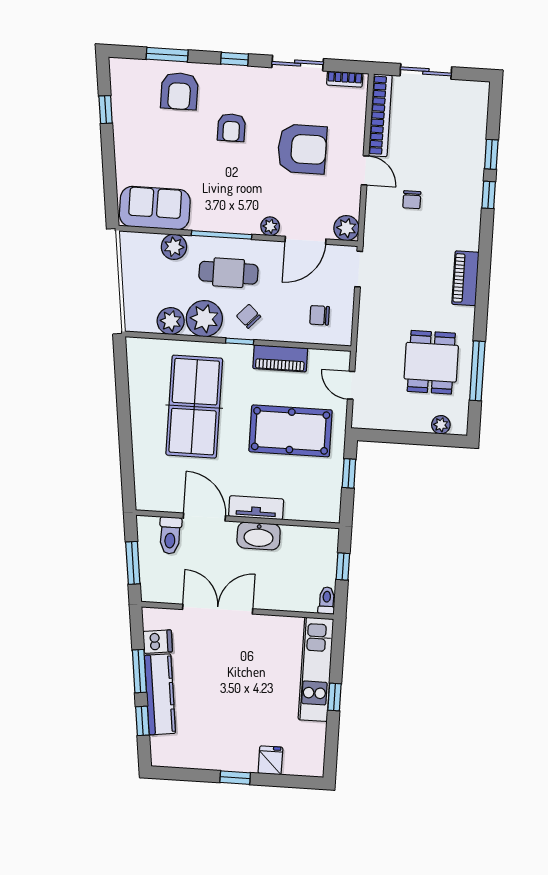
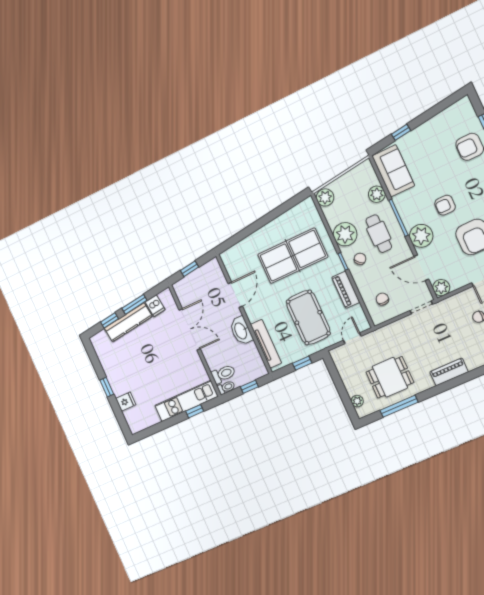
window: (106, 110) -> (401, 132), moved
armchair: (231, 127) -> (445, 205), moved
plant: (270, 226) -> (421, 236), width x1.88, depth x1.88
plant: (171, 321) -> (325, 197), moved
tv unit: (256, 508) -> (266, 344), moved, width x1.41
toilet: (170, 535) -> (223, 374), moved, turned 180
window: (133, 563) -> (190, 269), width x0.67
window: (334, 697) -> (195, 411), moved

